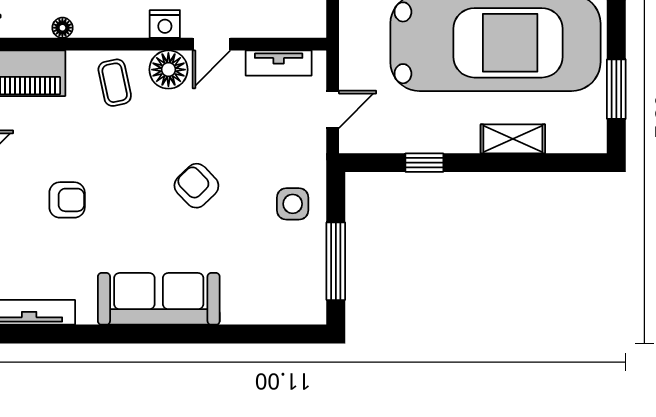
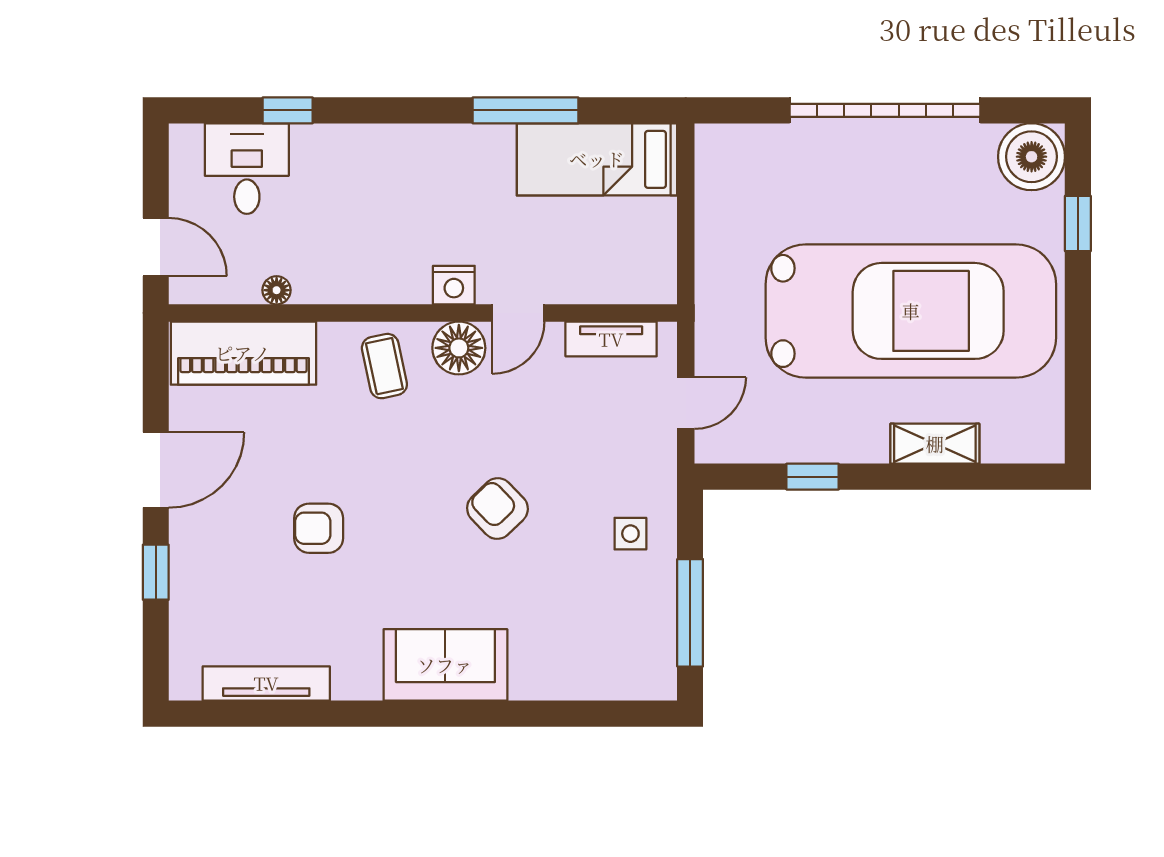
floor lamp: (62, 28) -> (277, 290), moved
window: (616, 89) -> (1078, 375), removed
armchair: (67, 200) -> (319, 528), turned 180
side table: (293, 204) -> (630, 534), width x0.73, depth x0.73
sofa: (159, 299) -> (445, 665), width x0.73

